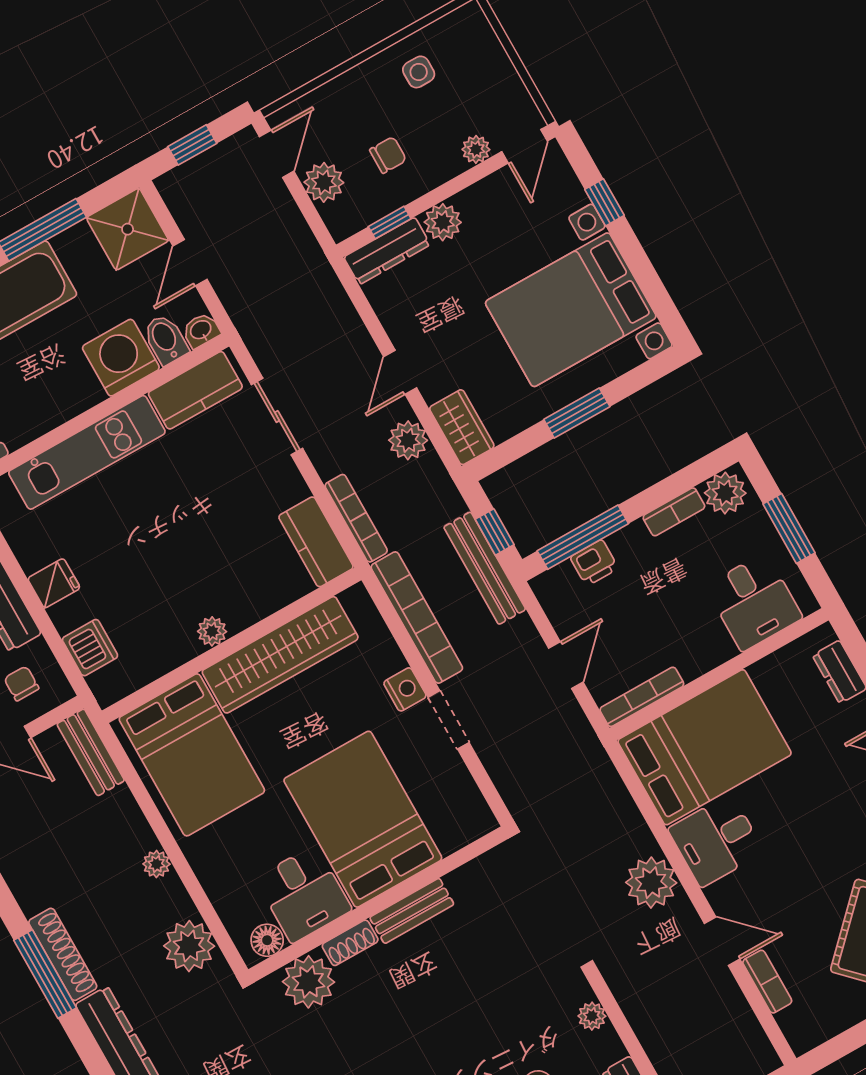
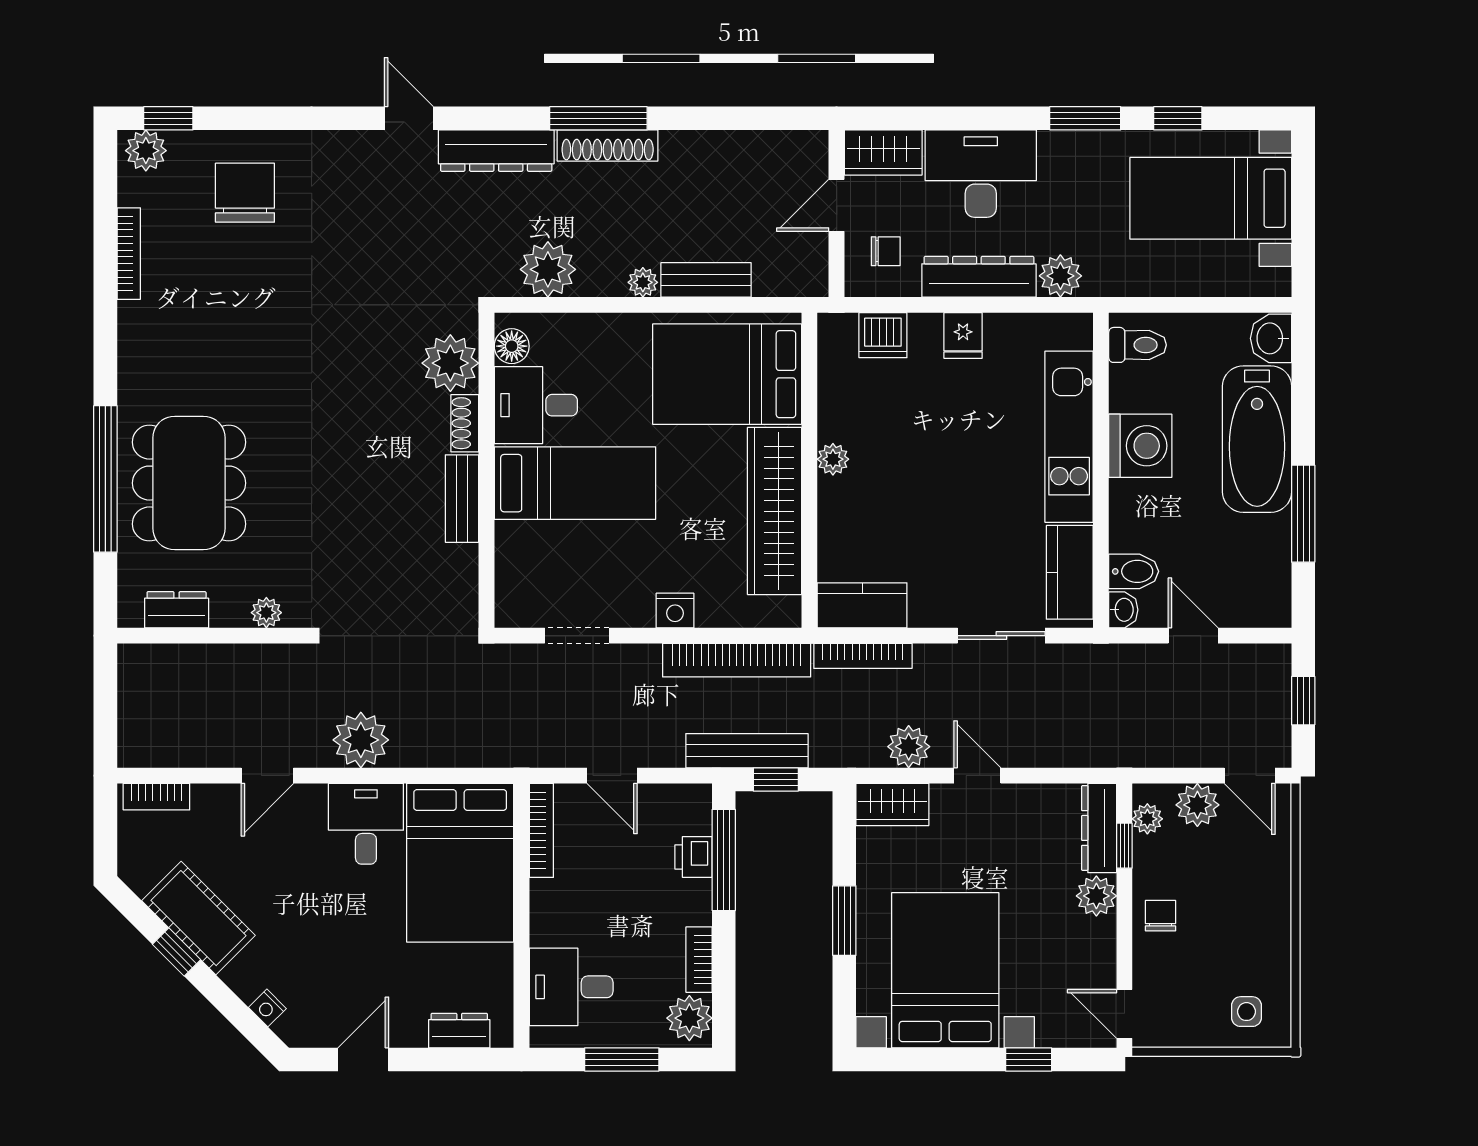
side table: (419, 72) -> (1246, 1012), moved
plant: (476, 149) -> (1147, 819), moved
chair: (388, 155) -> (1161, 916), moved, turned 180
shower: (128, 229) -> (1258, 594), removed
washing machine: (121, 358) -> (1140, 446), moved
doorway: (449, 720) -> (577, 636), moved
bench: (91, 752) -> (706, 280), moved
bed: (363, 819) -> (575, 483), width x0.67
bookcase: (767, 982) -> (156, 797), moved

